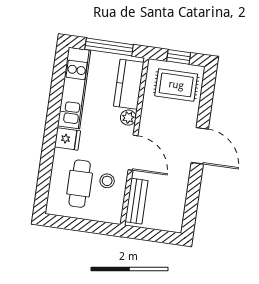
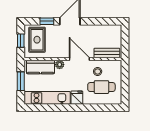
window: (109, 47) -> (21, 81), width x0.69
window: (205, 106) -> (47, 21), added
door: (133, 153) -> (79, 59), hinge flipped

